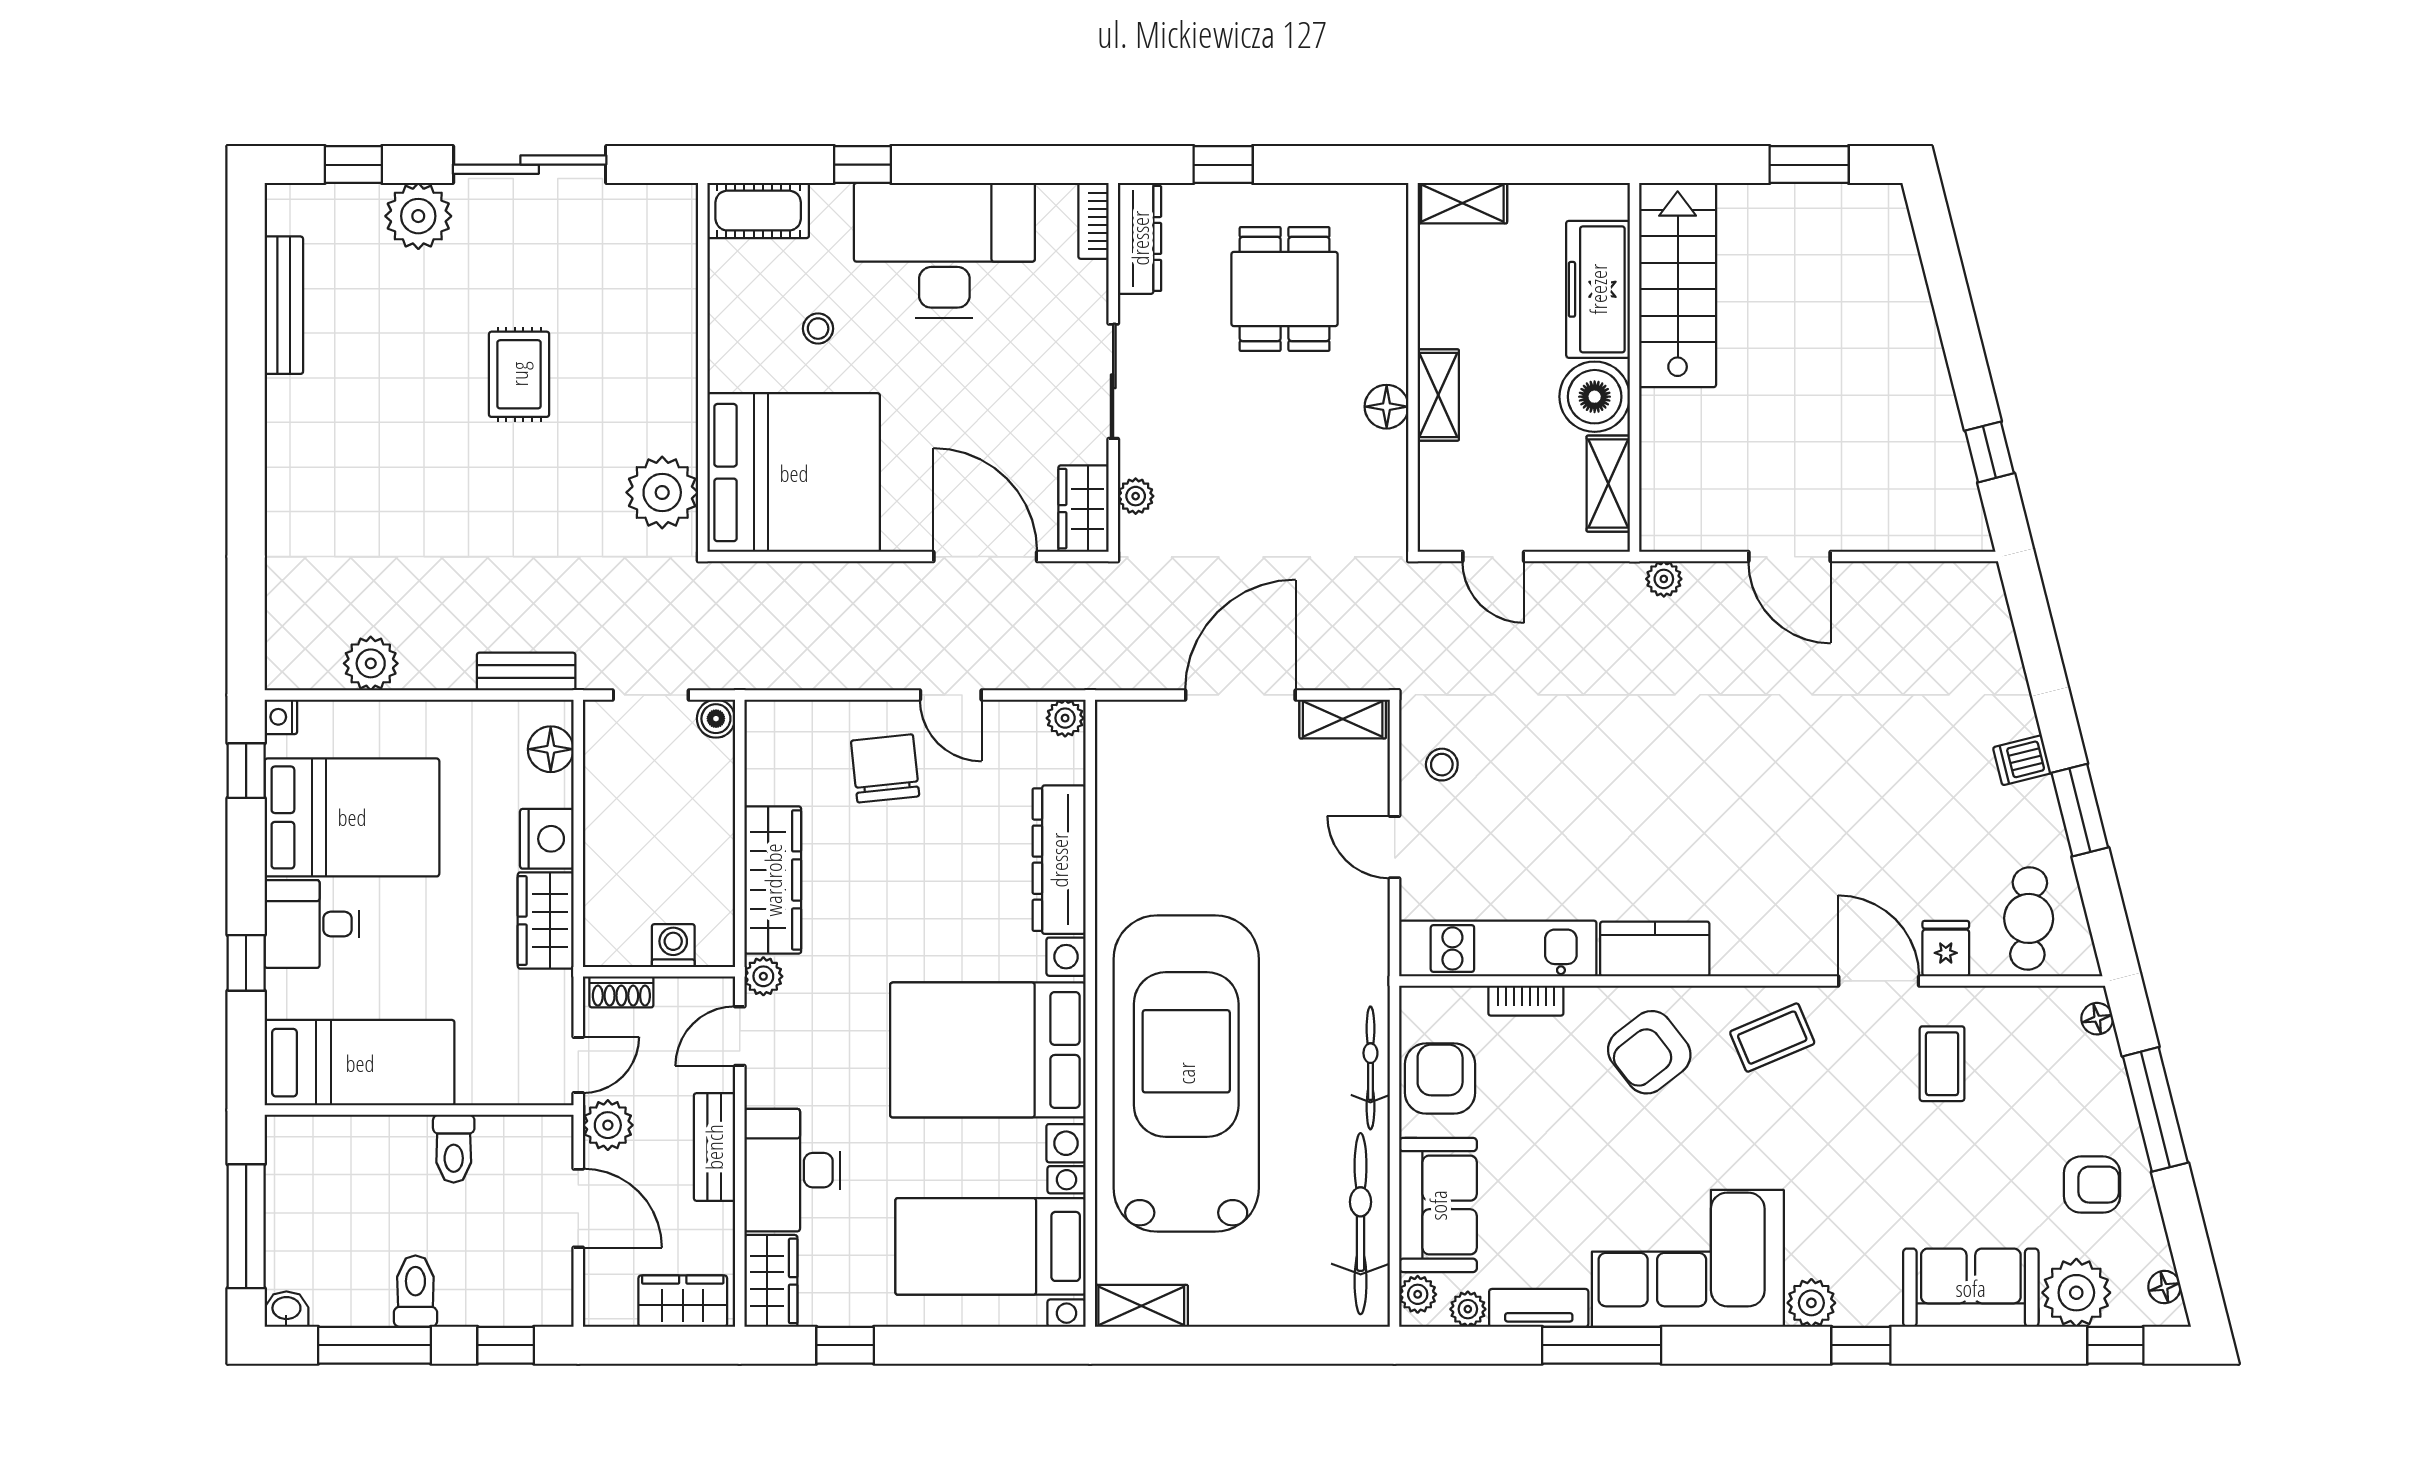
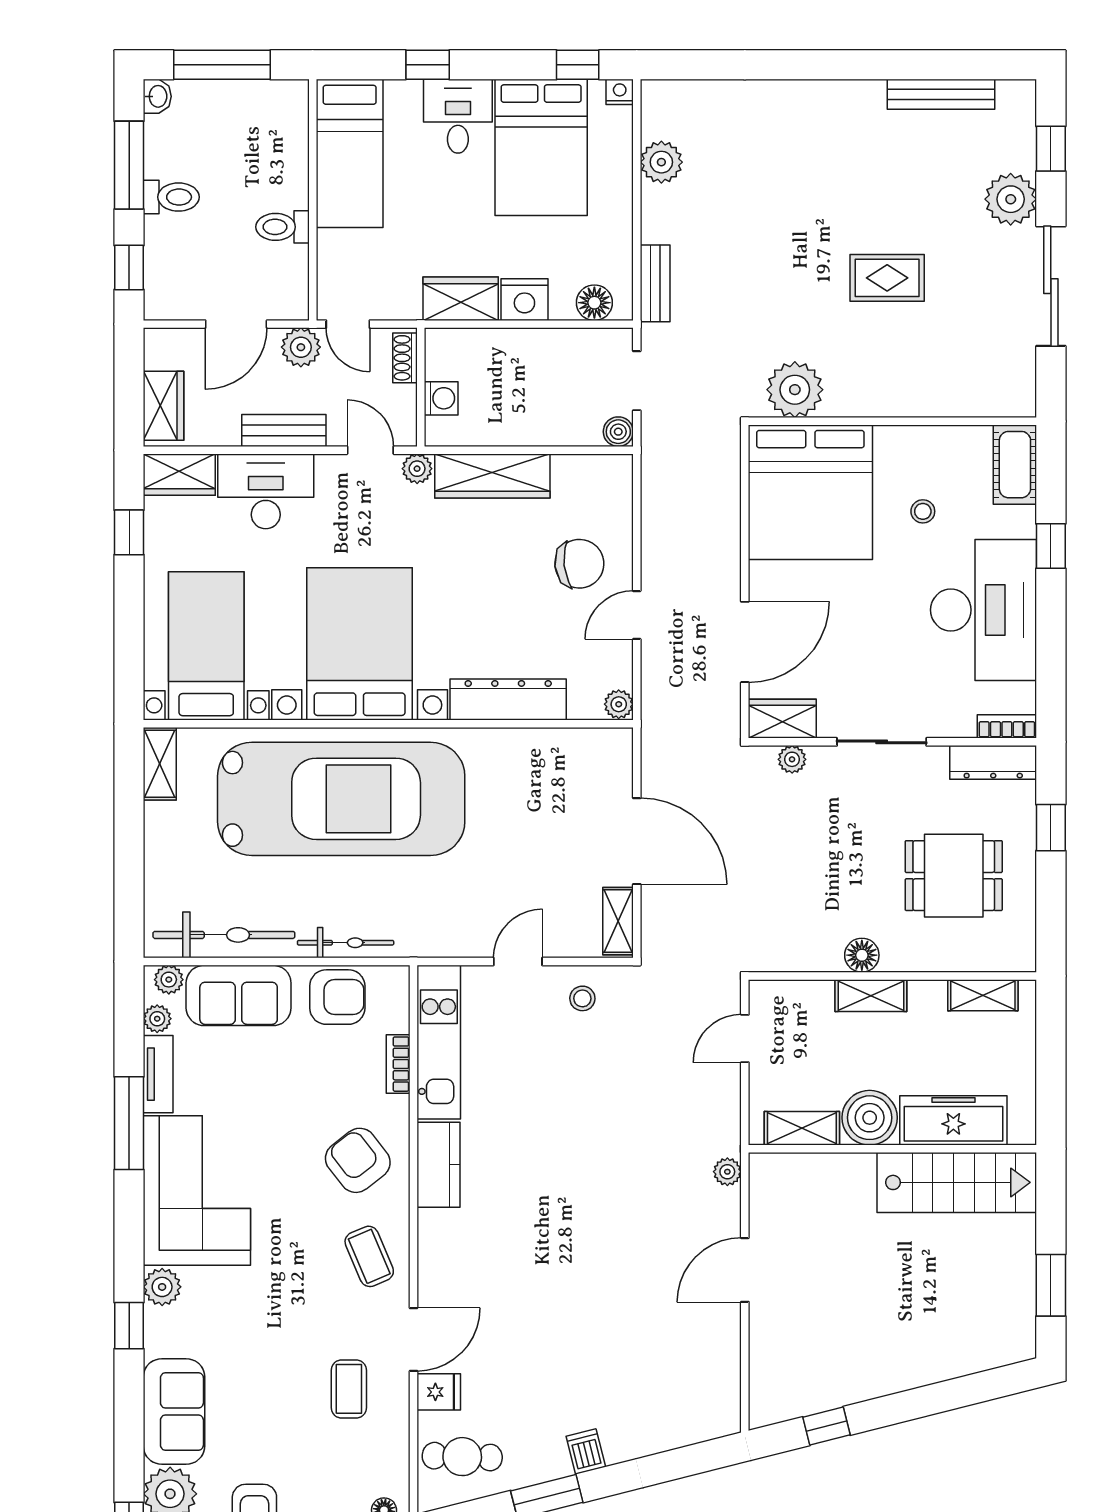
shelving: (1462, 203) -> (983, 995), moved, turned 90
coffee table: (1942, 1064) -> (349, 1389), turned 90

